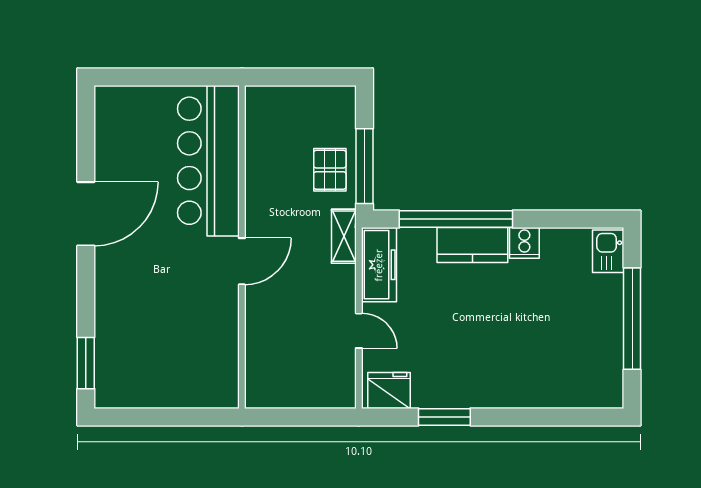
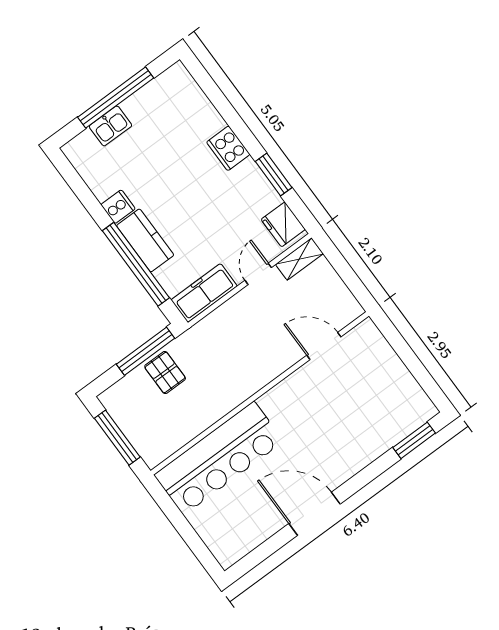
window: (301, 77) -> (117, 438), added
pallet: (330, 170) -> (165, 372), turned 90
shelving: (344, 236) -> (299, 259), moved
kitchen sink: (608, 251) -> (110, 126), moved
door: (242, 261) -> (324, 346), moved
cooker: (502, 392) -> (228, 148), added

